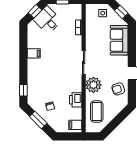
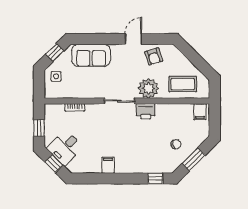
printer: (76, 100) -> (146, 111), moved

